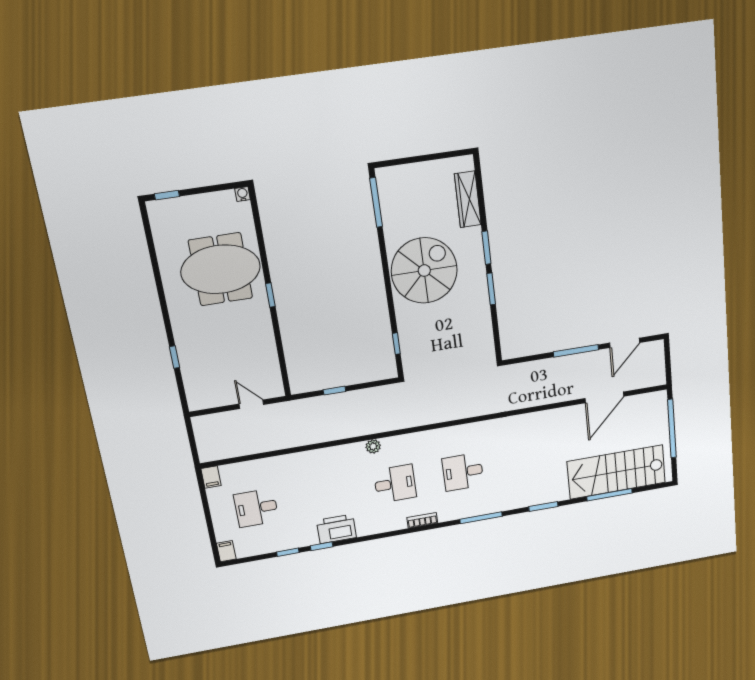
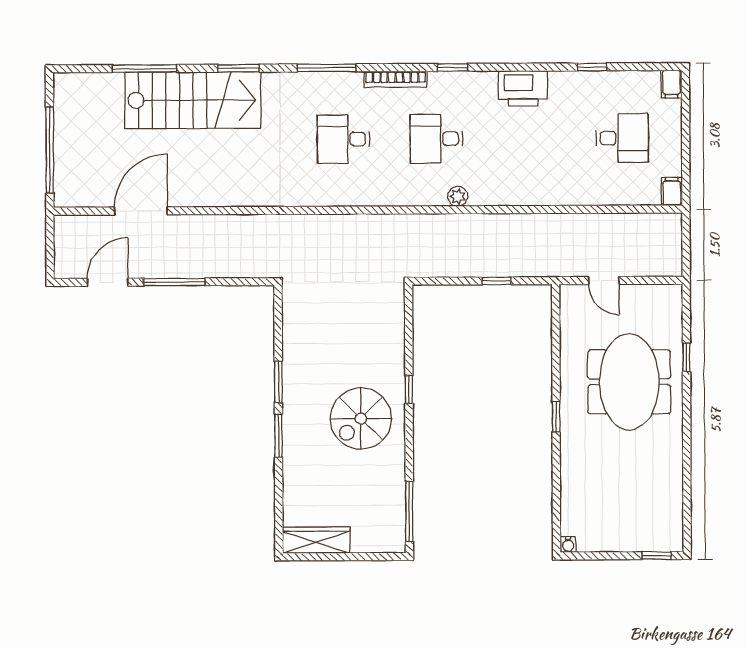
wardrobe: (468, 199) -> (316, 540), moved, turned -90
meeting table: (221, 269) -> (629, 382), moved, turned 90
spiral stairs: (424, 271) -> (361, 419), width x0.73, depth x0.73
window: (396, 344) -> (409, 390), moved
desk: (463, 472) -> (343, 139), turned 180
stairs: (616, 472) -> (193, 100), moved
bookcase: (422, 520) -> (396, 79), width x1.56
window: (322, 546) -> (453, 67), moved

